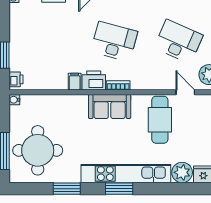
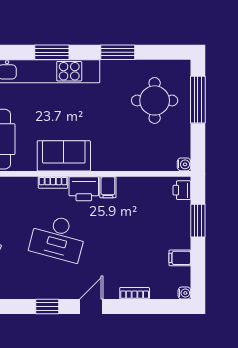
filing cabinet: (18, 26) -> (180, 258), added
round table: (38, 150) -> (155, 100), width x0.73, depth x0.73

